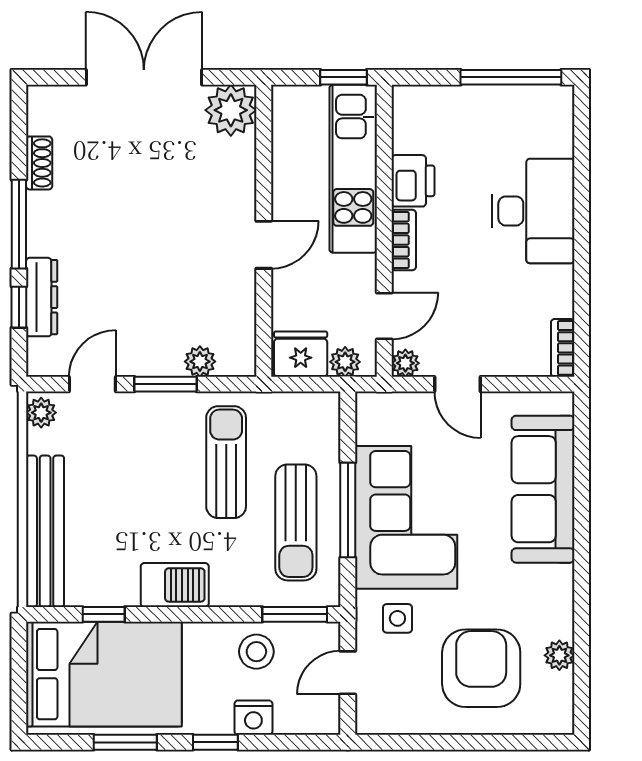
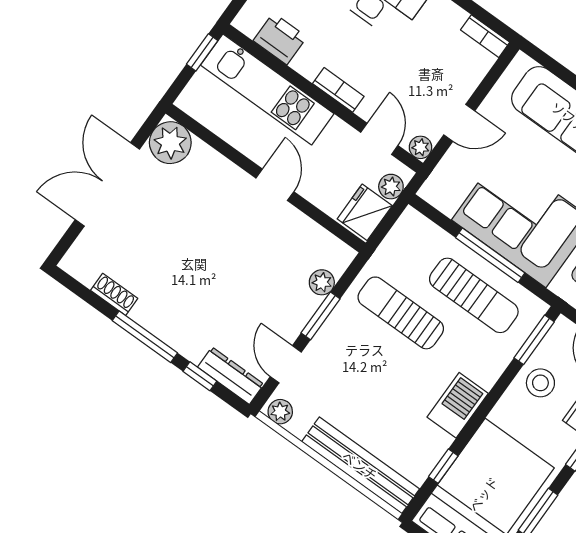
printer: (413, 181) -> (280, 39), moved
dresser: (42, 297) -> (231, 376), moved

